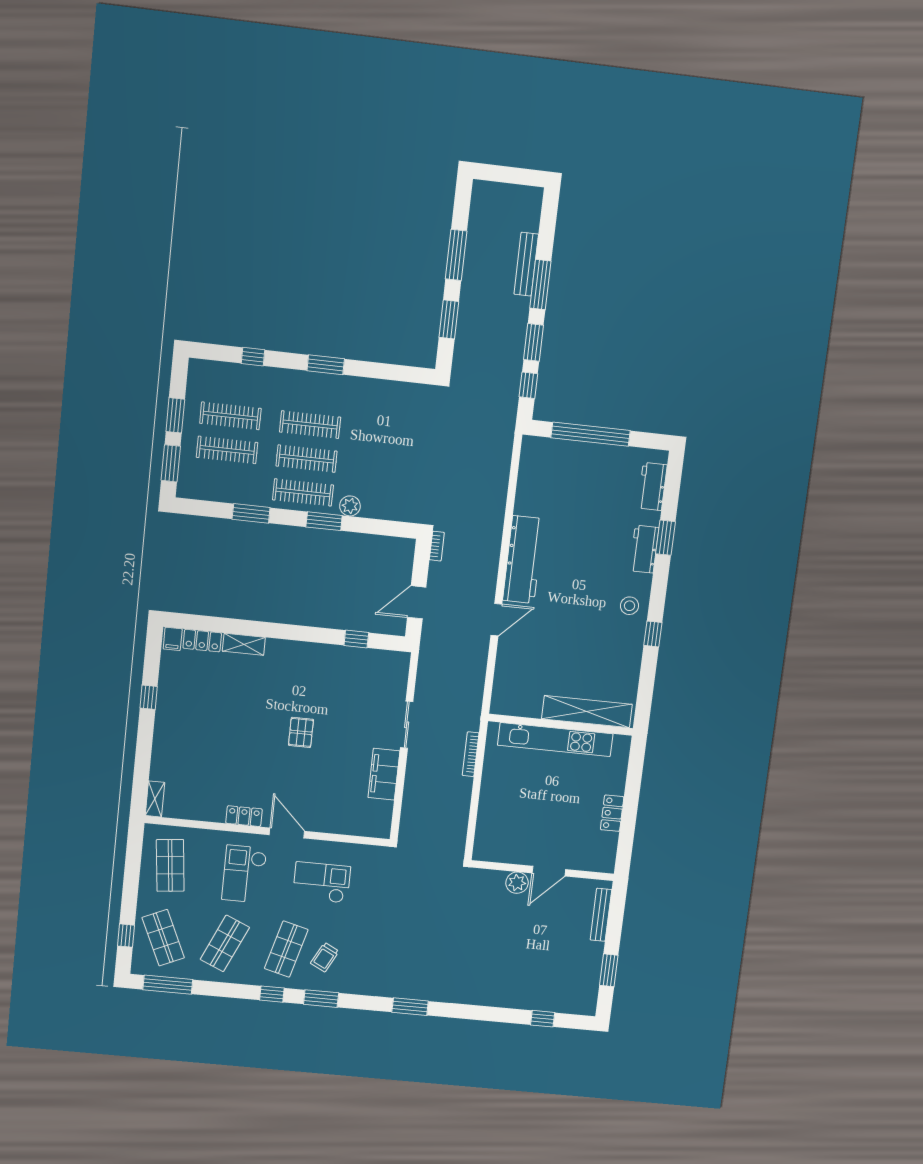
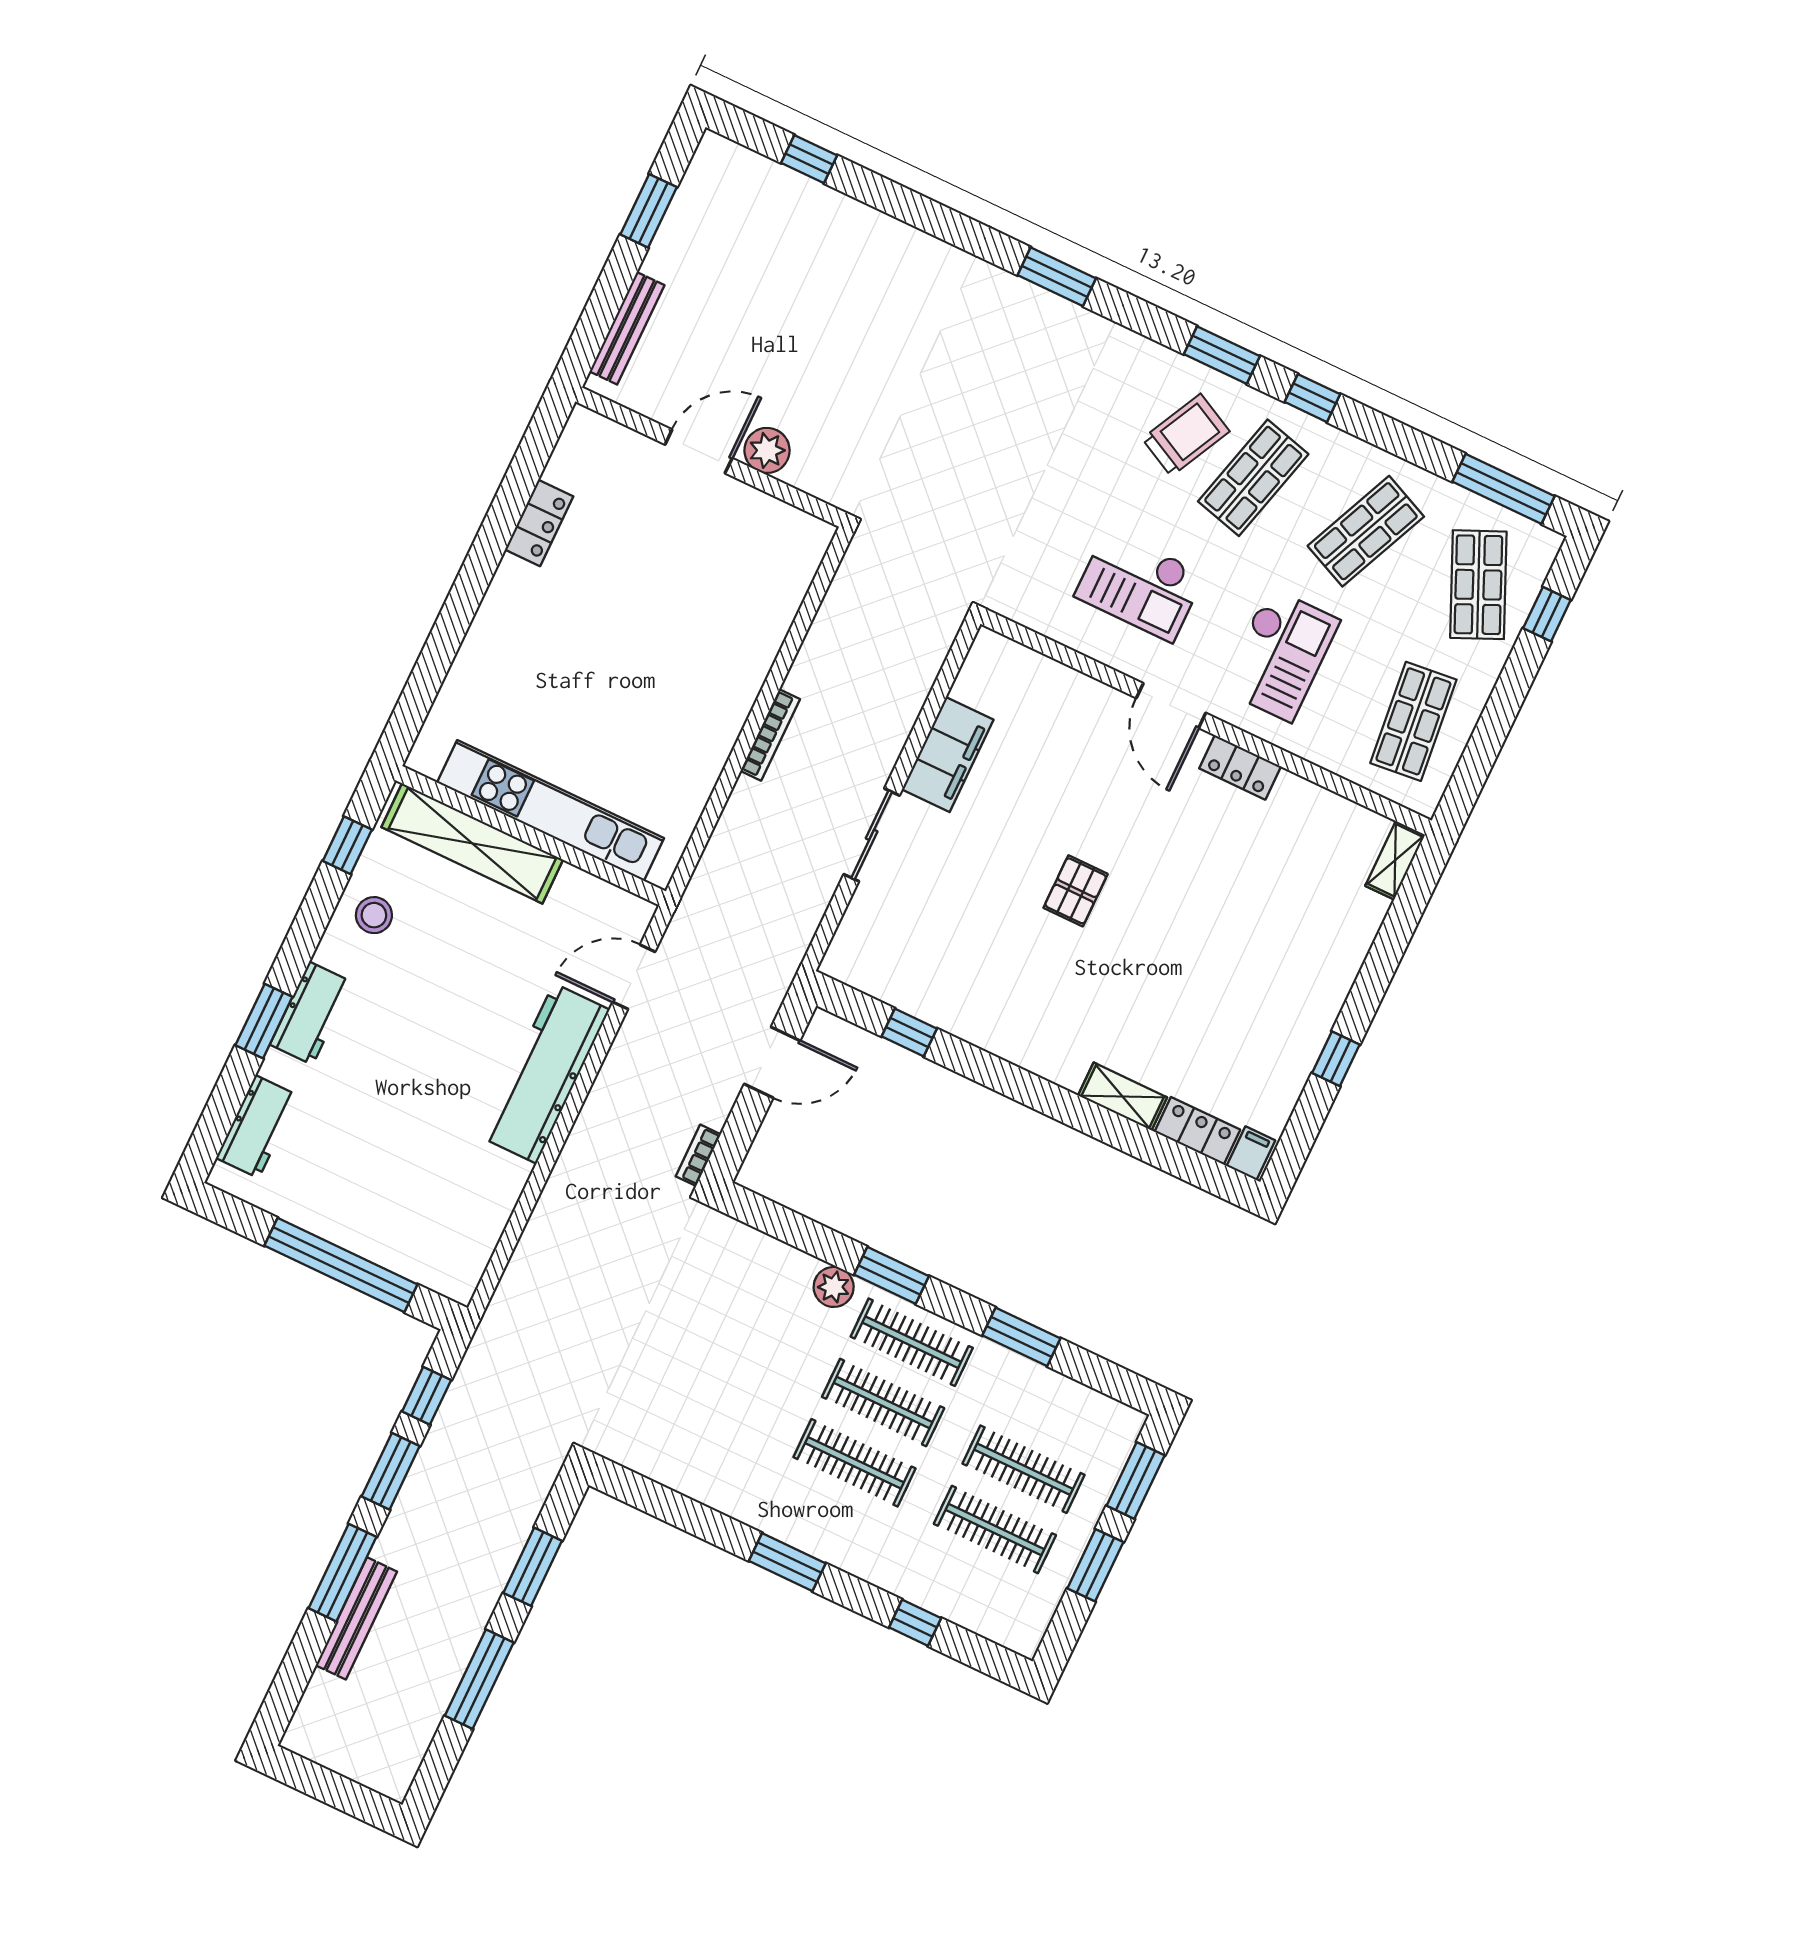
shelving: (587, 712) -> (472, 843), moved
wall: (561, 725) -> (531, 836), moved
kitchen unit: (555, 740) -> (550, 810), moved
trolley: (325, 957) -> (1186, 435), width x1.36, depth x1.39

